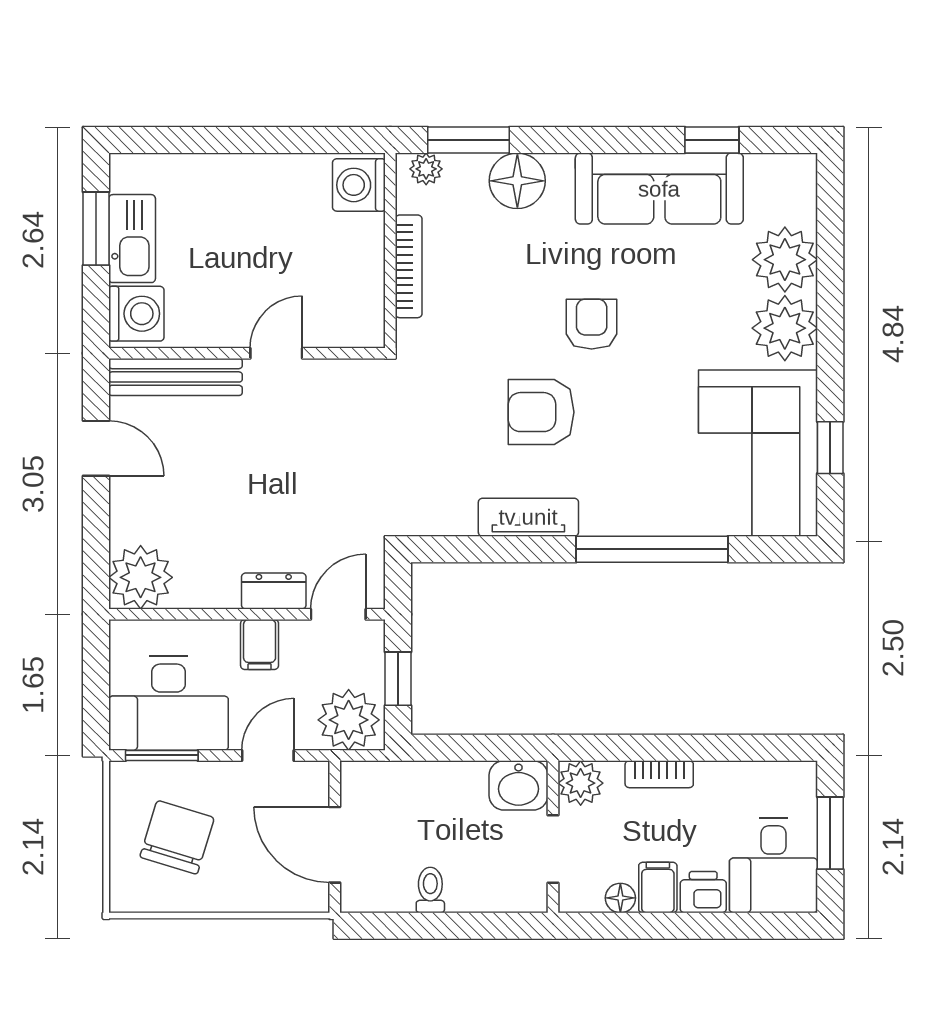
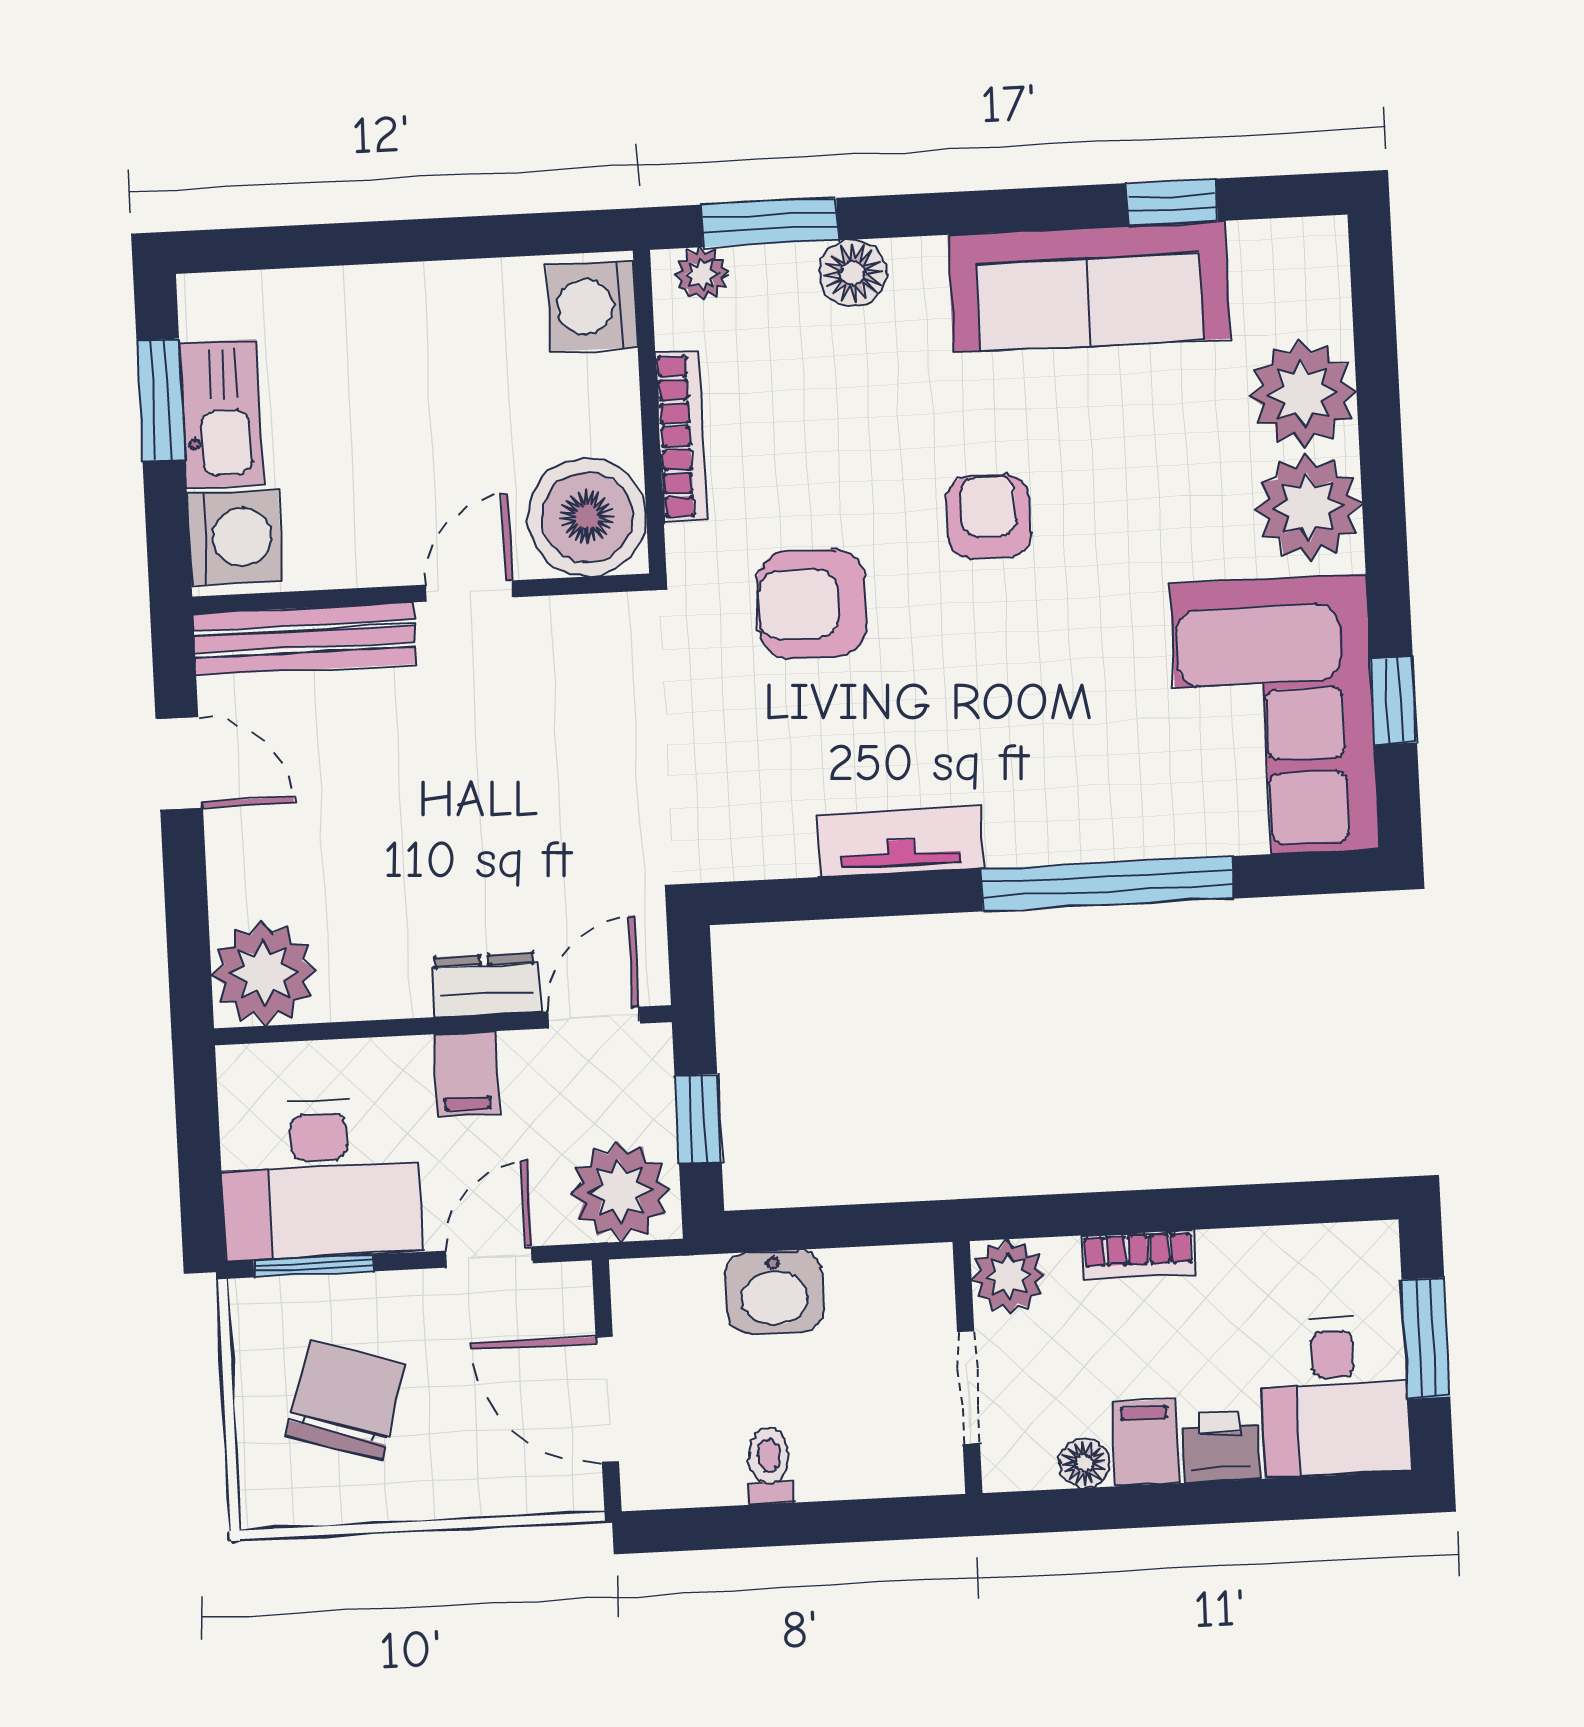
floor lamp: (517, 181) -> (853, 273), width x0.73, depth x0.73
boiler: (349, 312) -> (587, 517), added
armchair: (541, 412) -> (812, 604), moved
washbasin: (518, 785) -> (774, 1292), moved

